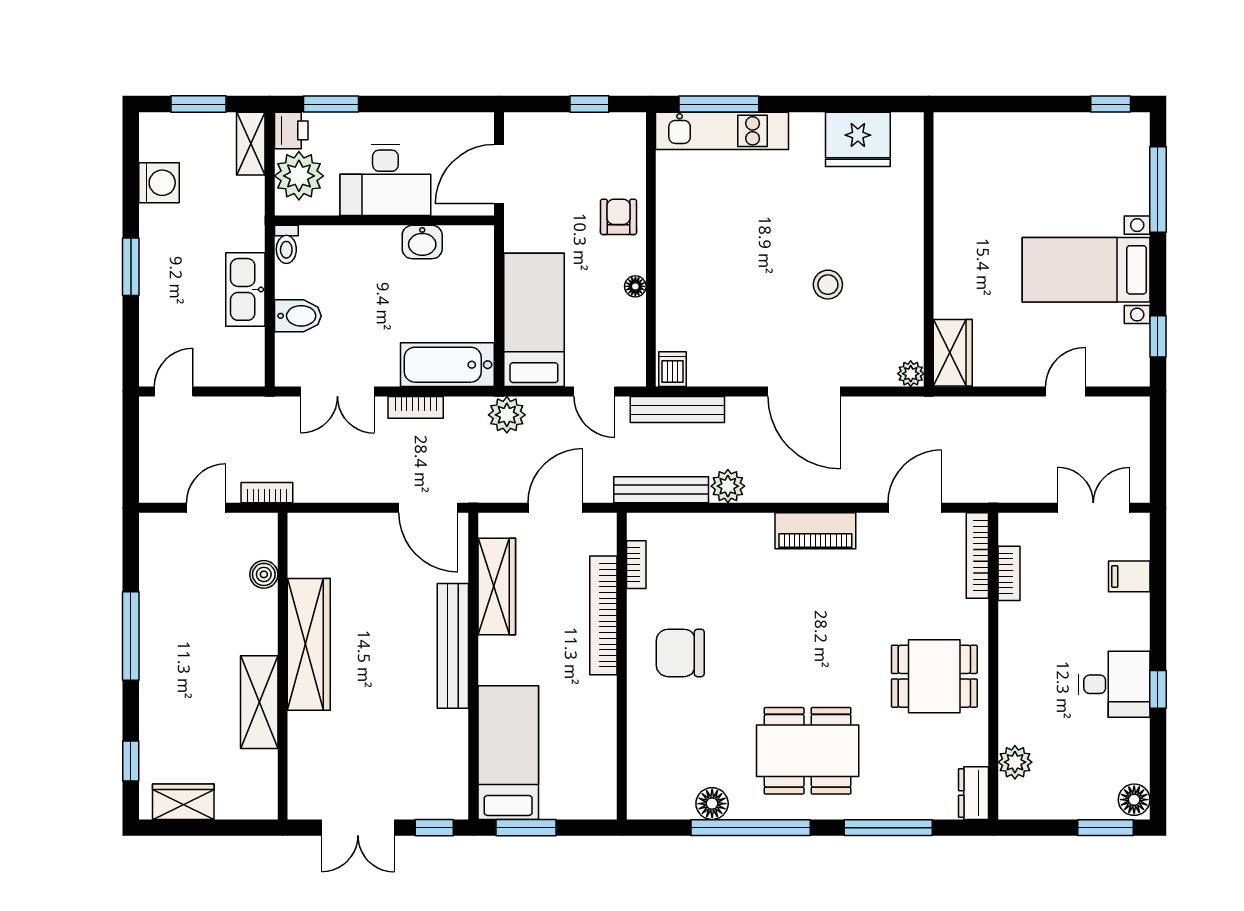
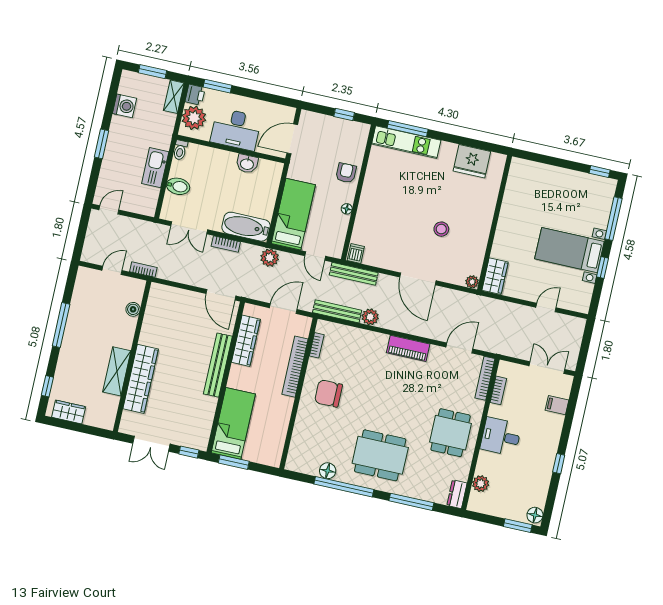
window: (1158, 336) -> (603, 268), moved
wardrobe: (309, 644) -> (141, 379), moved
dining table: (934, 676) -> (451, 433), turned 90
desk: (1114, 684) -> (501, 437), moved, turned 180

